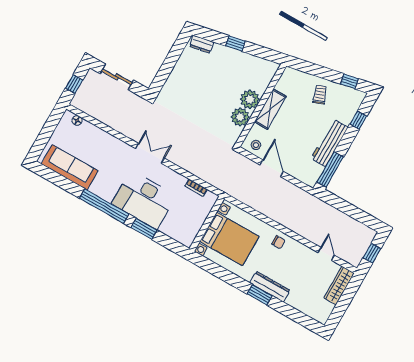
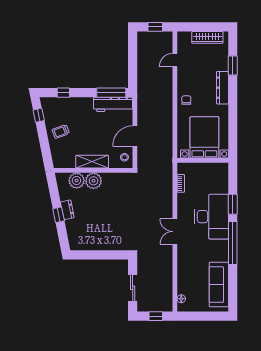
dresser: (202, 44) -> (67, 210), moved
plant: (240, 117) -> (77, 181), moved
workbench: (329, 143) -> (113, 104), moved
wardrobe: (339, 286) -> (207, 37), moved
window: (260, 295) -> (233, 65), moved

